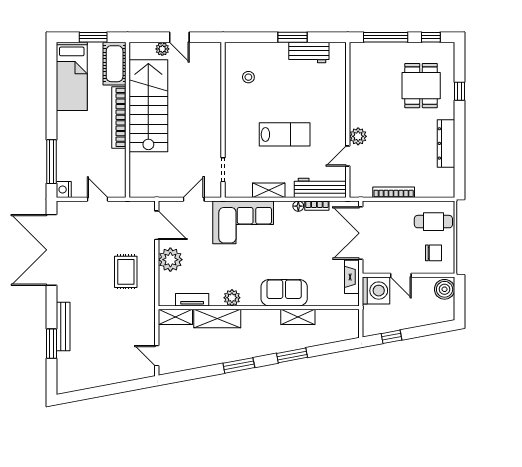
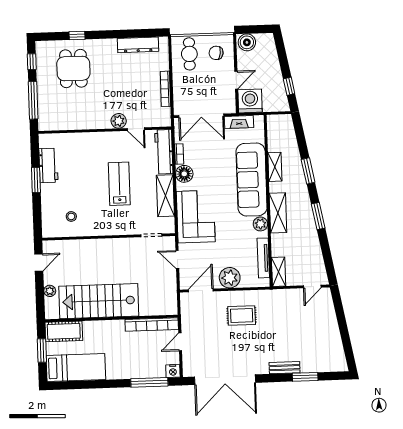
door: (179, 37) -> (39, 262), moved
dining table: (421, 86) -> (73, 68), turned 90
bookcase: (119, 117) -> (152, 324), moved
dresser: (446, 143) -> (138, 45), moved
shelving: (269, 190) -> (165, 196), width x1.50, depth x1.33
floor lamp: (298, 206) -> (184, 174), width x1.89, depth x1.89
chair: (433, 253) -> (216, 53), turned -81
sofa: (284, 293) -> (252, 180), width x1.85, depth x1.27
tv unit: (192, 300) -> (263, 258), width x1.41
shelving: (217, 319) -> (278, 213), moved
bench: (63, 326) -> (285, 368), width x0.73

